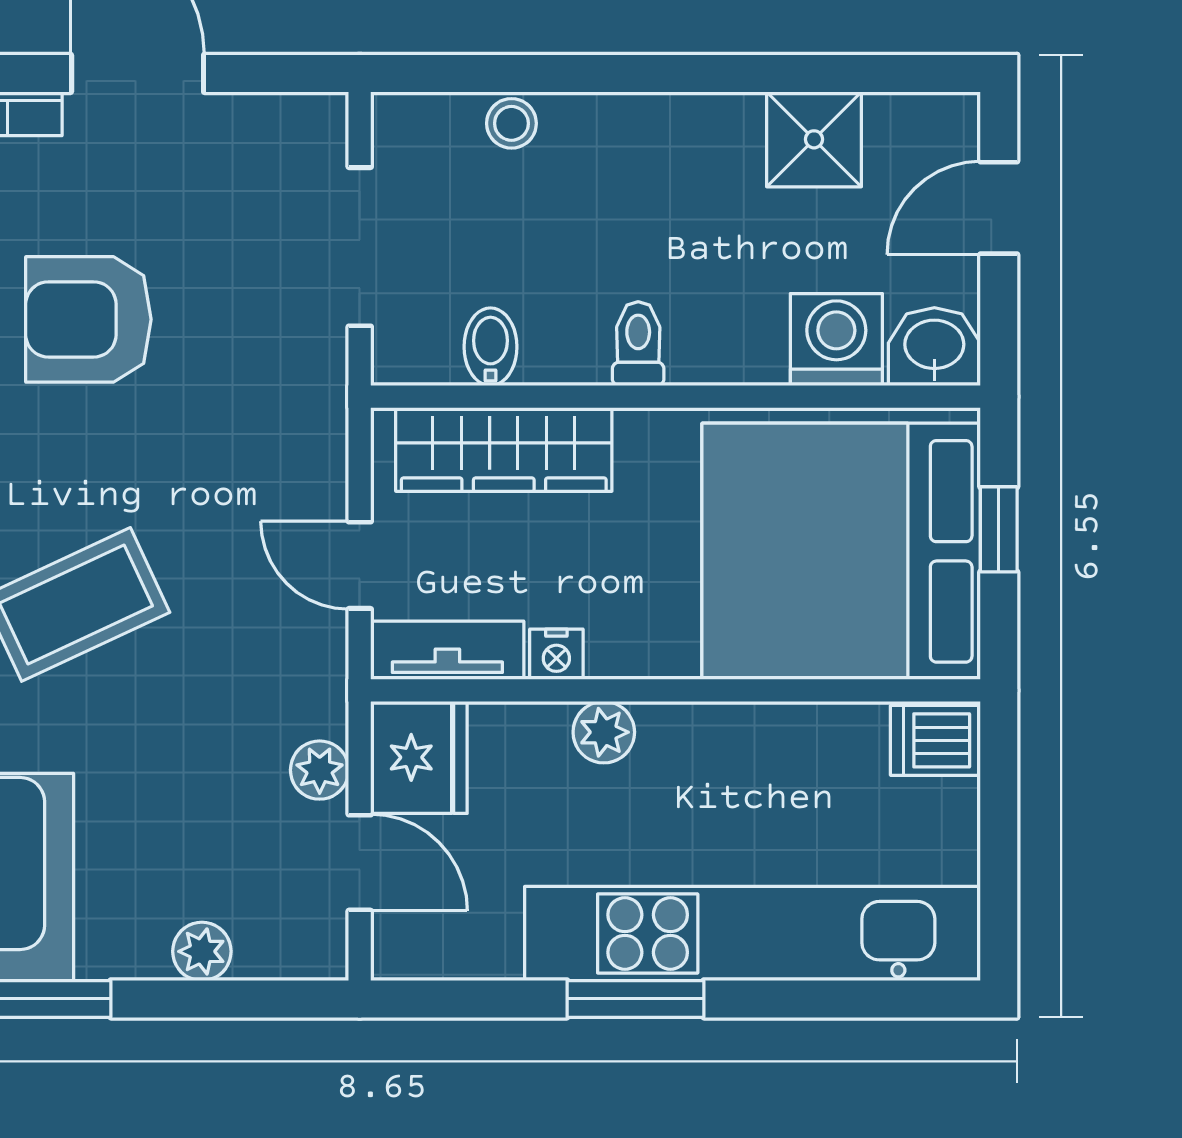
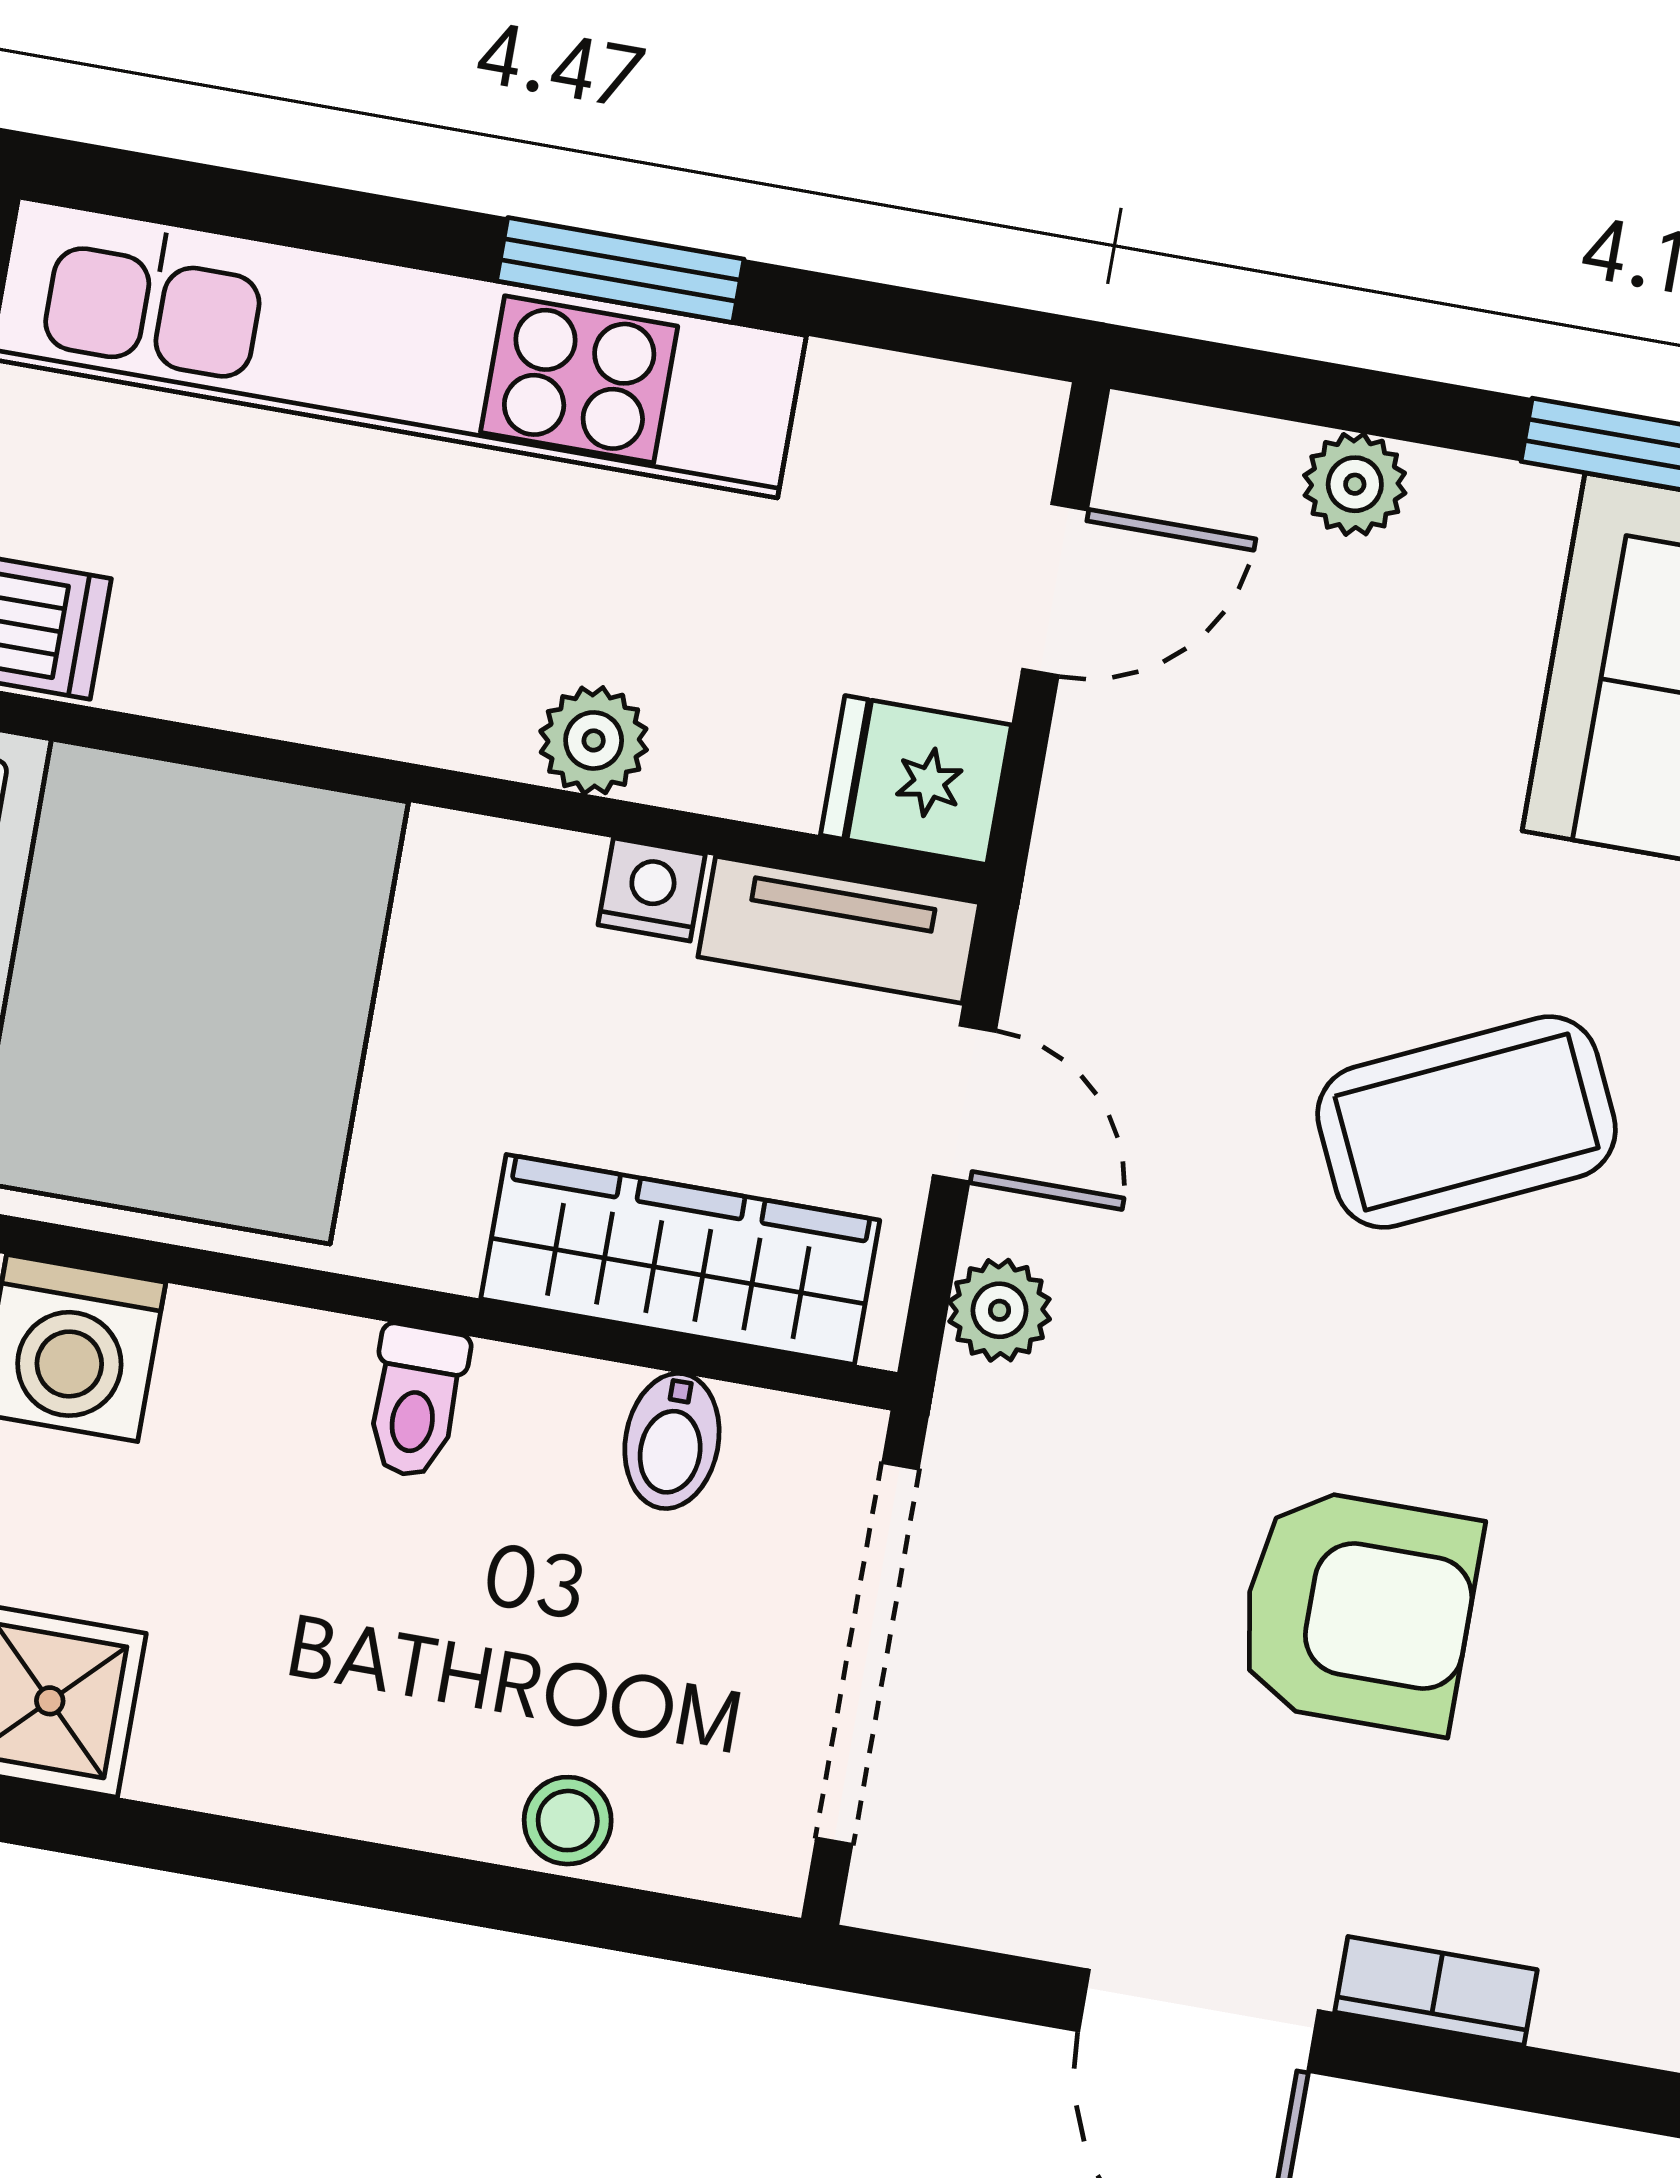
doorway: (360, 247) -> (867, 1654), width x1.36
fridge: (419, 757) -> (916, 780), width x0.72
plant: (320, 770) -> (999, 1310), moved
door: (360, 863) -> (1055, 590), swing flipped

